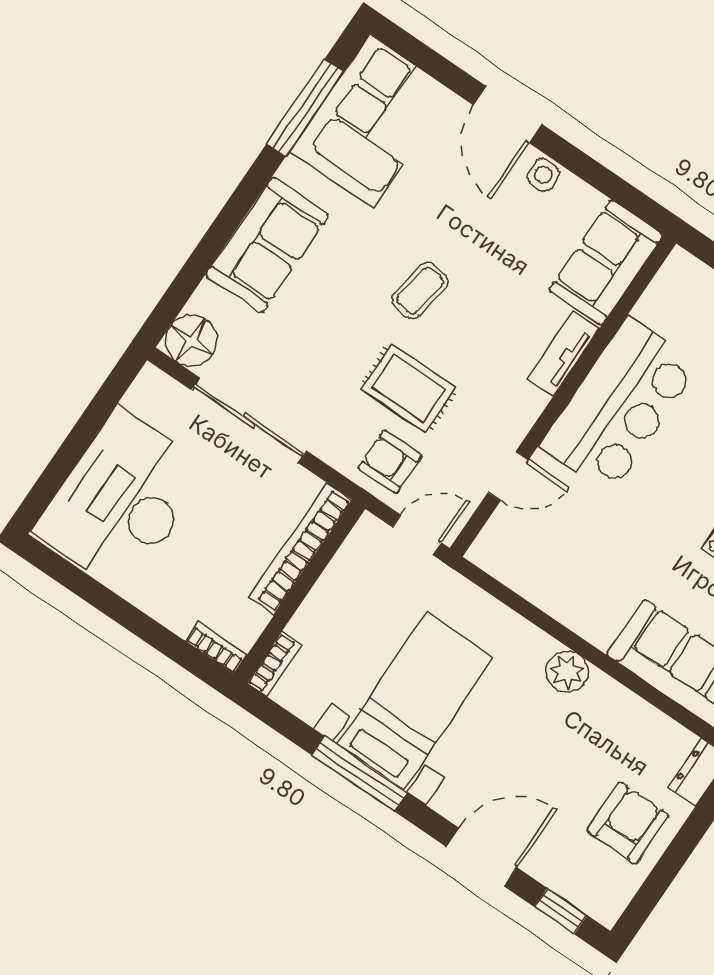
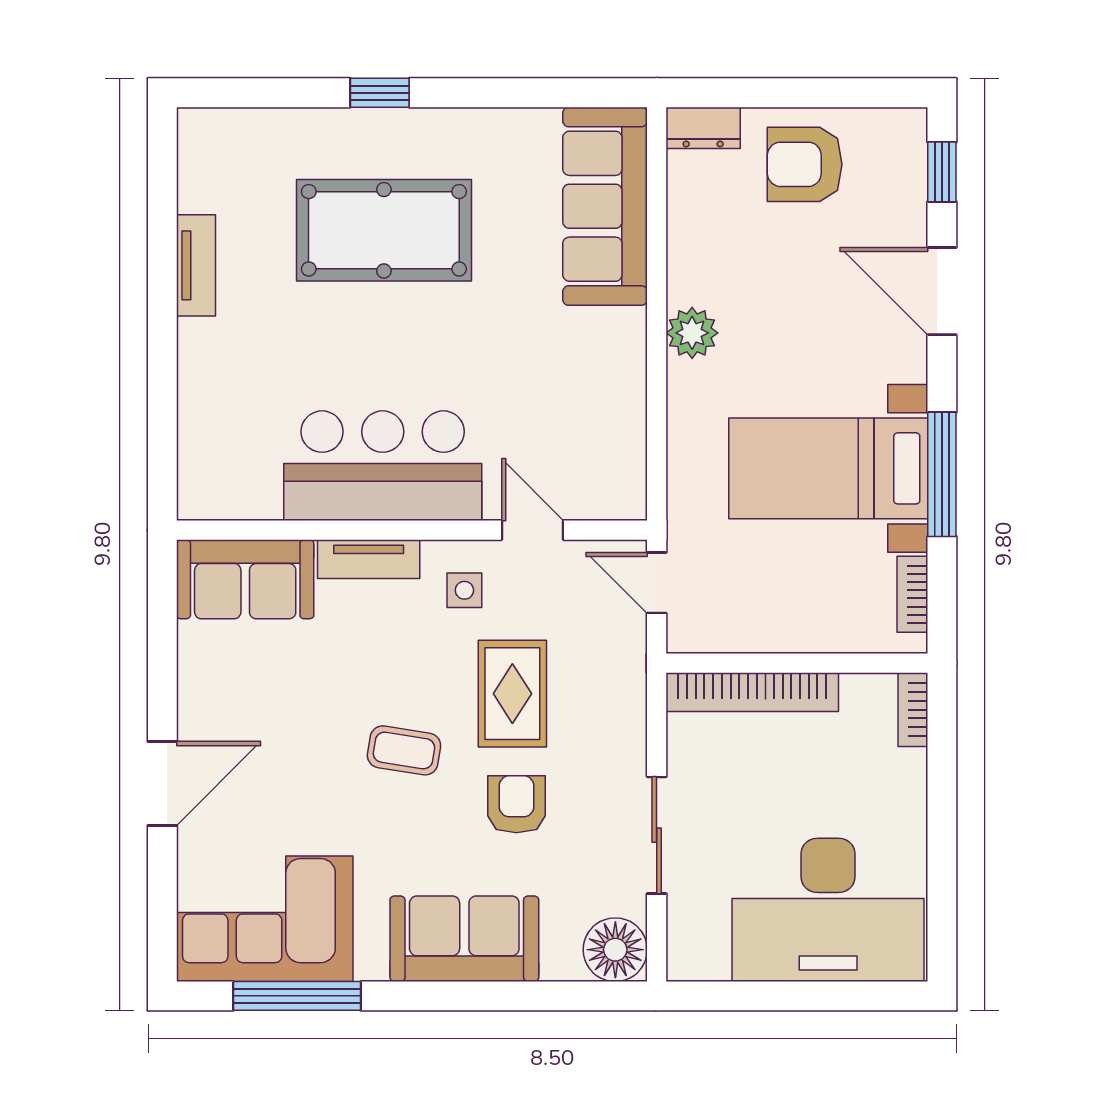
side table: (543, 175) -> (464, 590), moved
sliding door: (249, 420) -> (657, 835), width x0.73
armchair: (390, 462) -> (516, 804), moved, turned 180
bookcase: (274, 664) -> (912, 594), moved, turned -90

